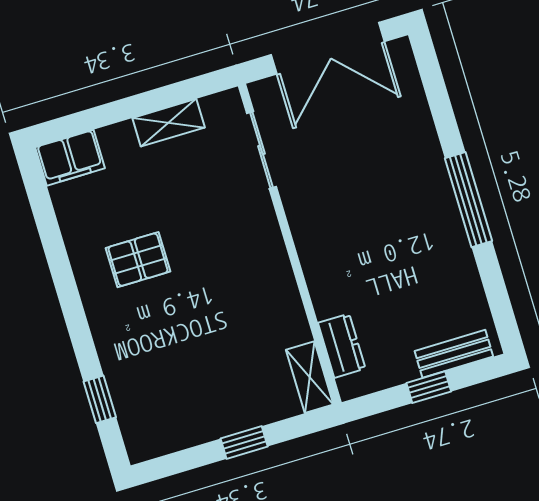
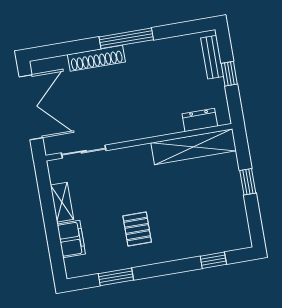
shoe rack: (427, 152) -> (96, 58), added
filing cabinet: (70, 158) -> (71, 239), moved
window: (50, 233) -> (116, 277), added
shelving: (310, 377) -> (194, 147), width x2.20, depth x1.33

